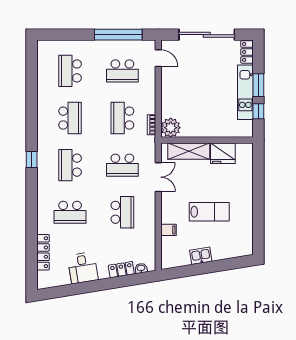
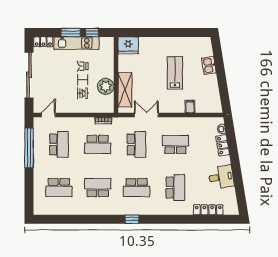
plant: (171, 128) -> (106, 86), moved
fridge: (223, 153) -> (128, 45), moved, turned 90
kitchen sink: (201, 256) -> (209, 65), moved

